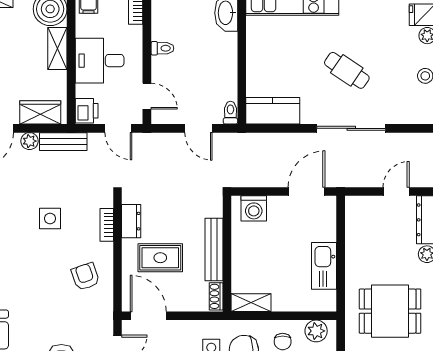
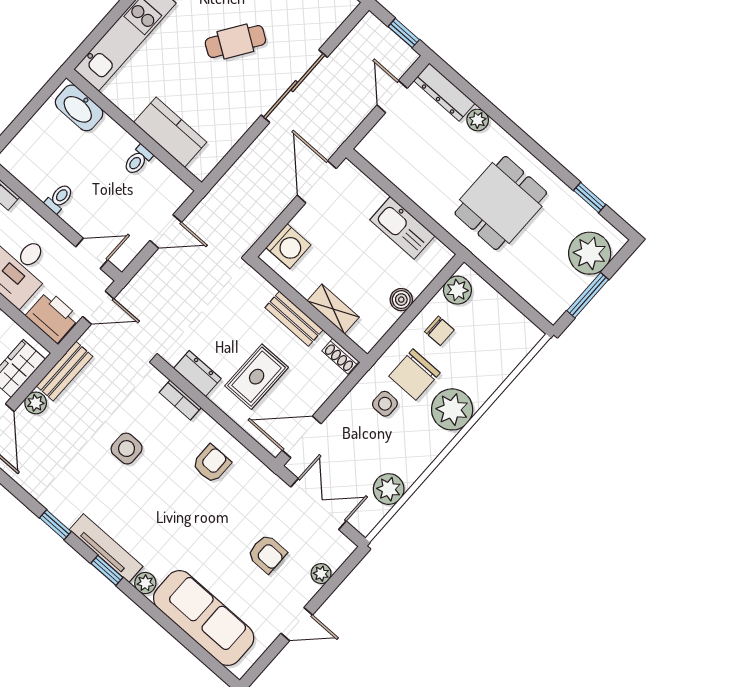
printer: (87, 111) -> (53, 317), width x1.36, depth x1.24
kitchen counter: (273, 111) -> (170, 132), moved, turned 90
toilet: (230, 113) -> (138, 160), moved, turned -90
bench: (214, 250) -> (294, 319), width x0.73
armchair: (85, 277) -> (211, 464), turned 109
shelving: (251, 303) -> (333, 309), moved, turned 90
boiler: (281, 303) -> (401, 300), added

